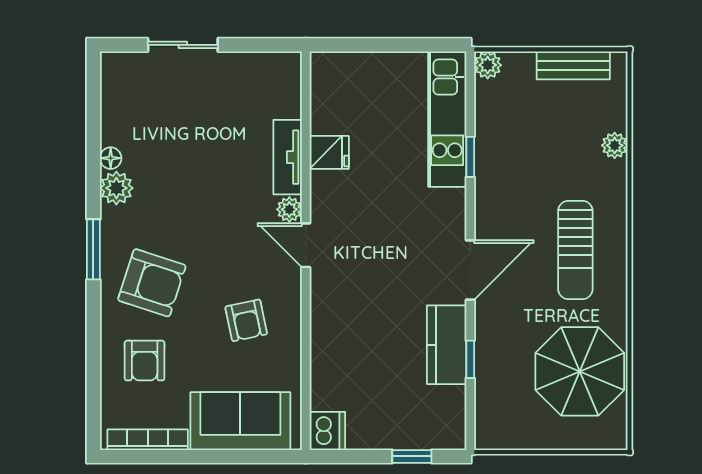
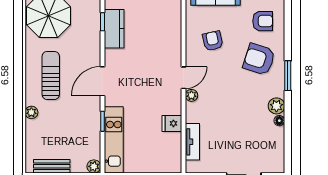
plant: (615, 145) -> (31, 112), moved
tv unit: (288, 157) -> (192, 142), moved
door: (306, 245) -> (183, 78), hinge flipped
door: (470, 270) -> (102, 81), moved
armchair: (145, 361) -> (263, 21), turned 90

